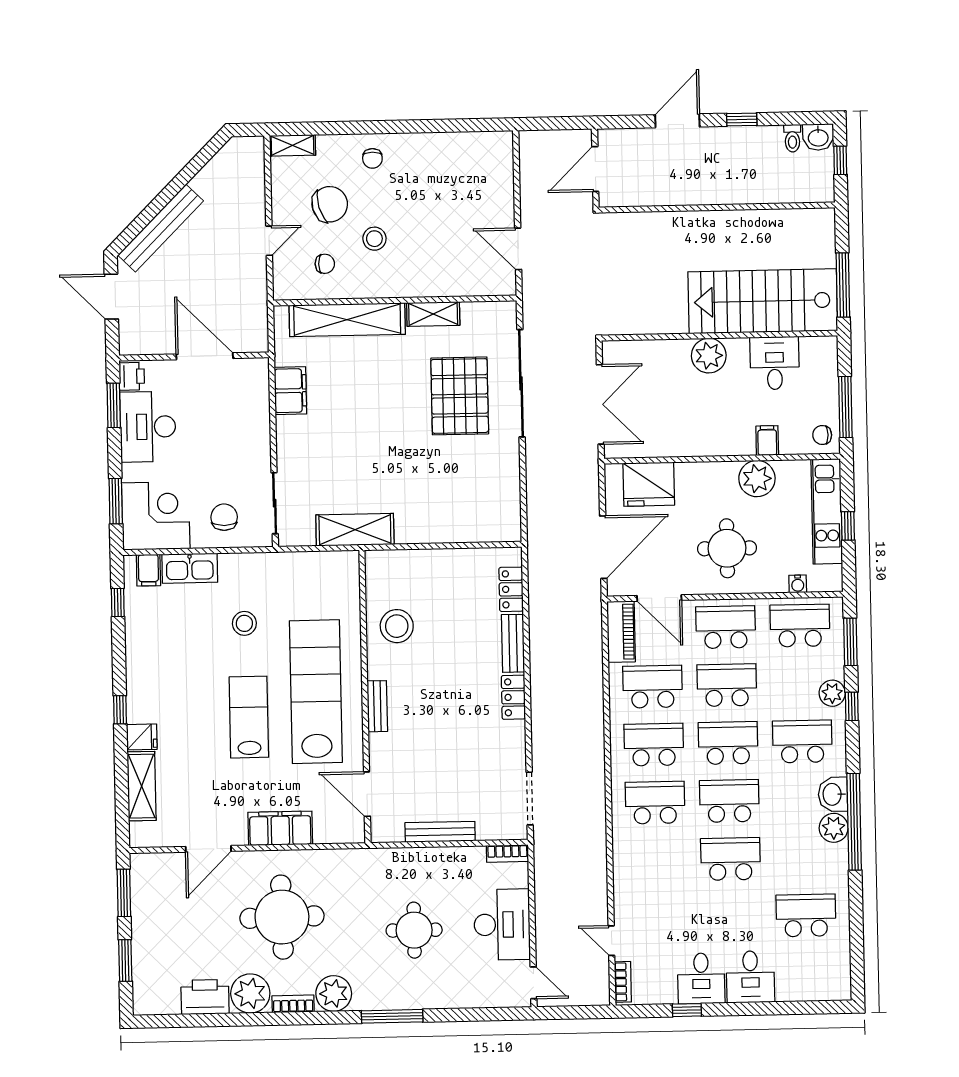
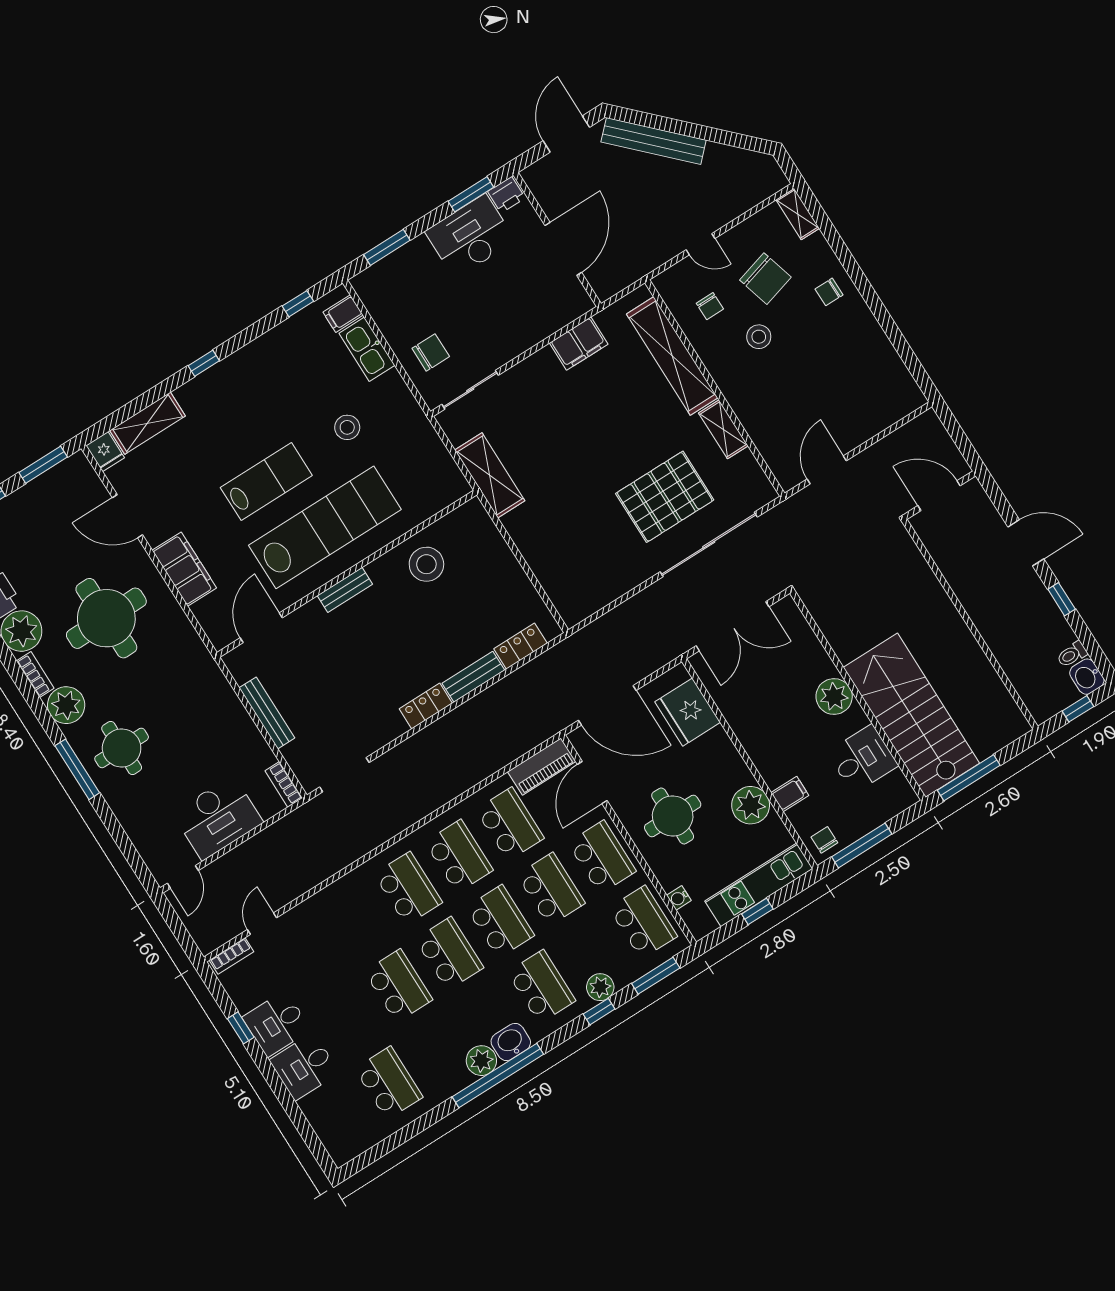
corner desk: (156, 516) -> (395, 291), removed
fridge: (142, 737) -> (105, 452), moved
round table: (414, 930) -> (122, 748), moved

